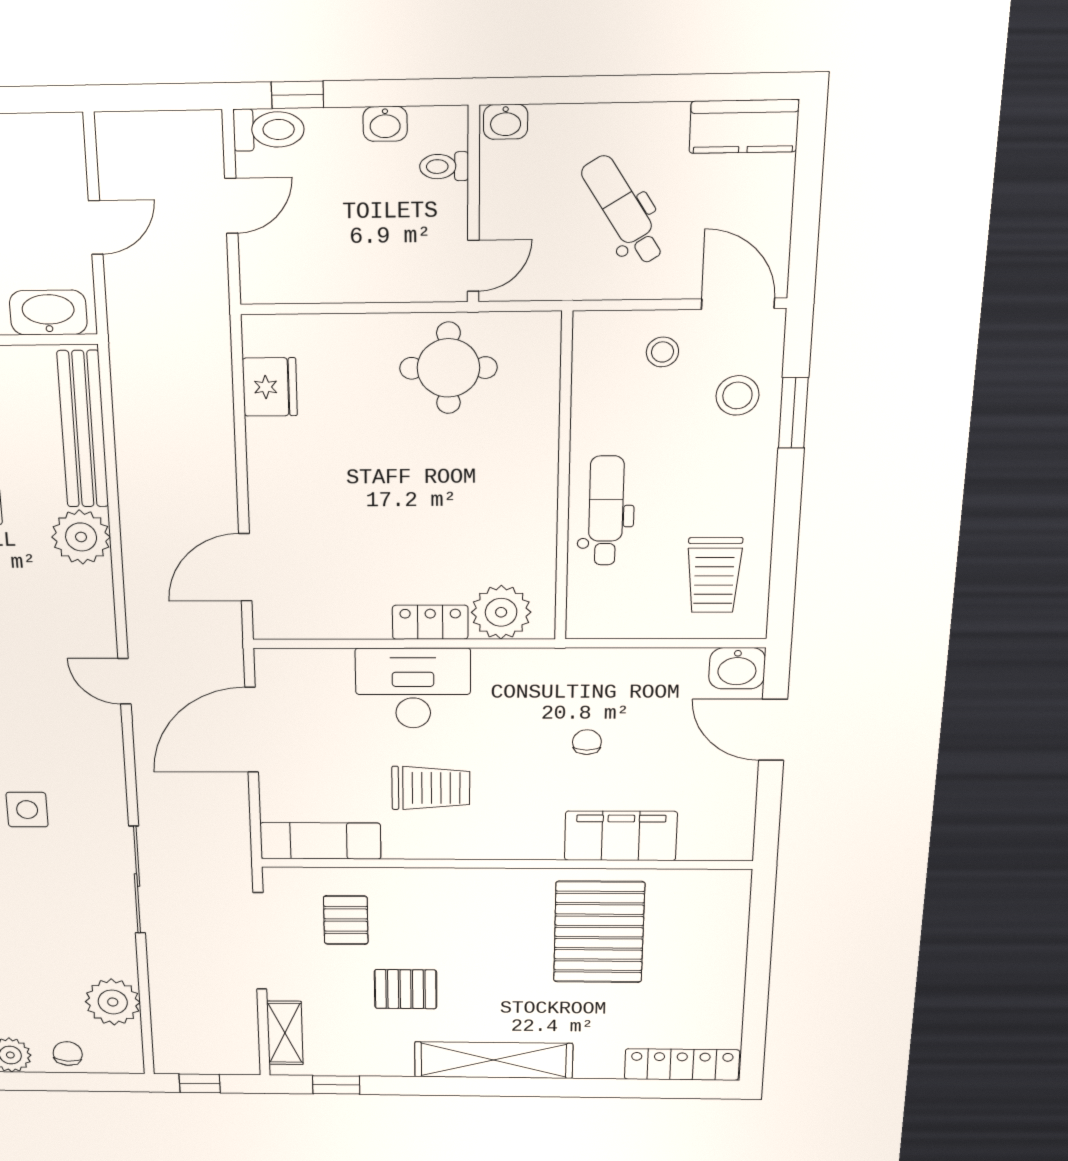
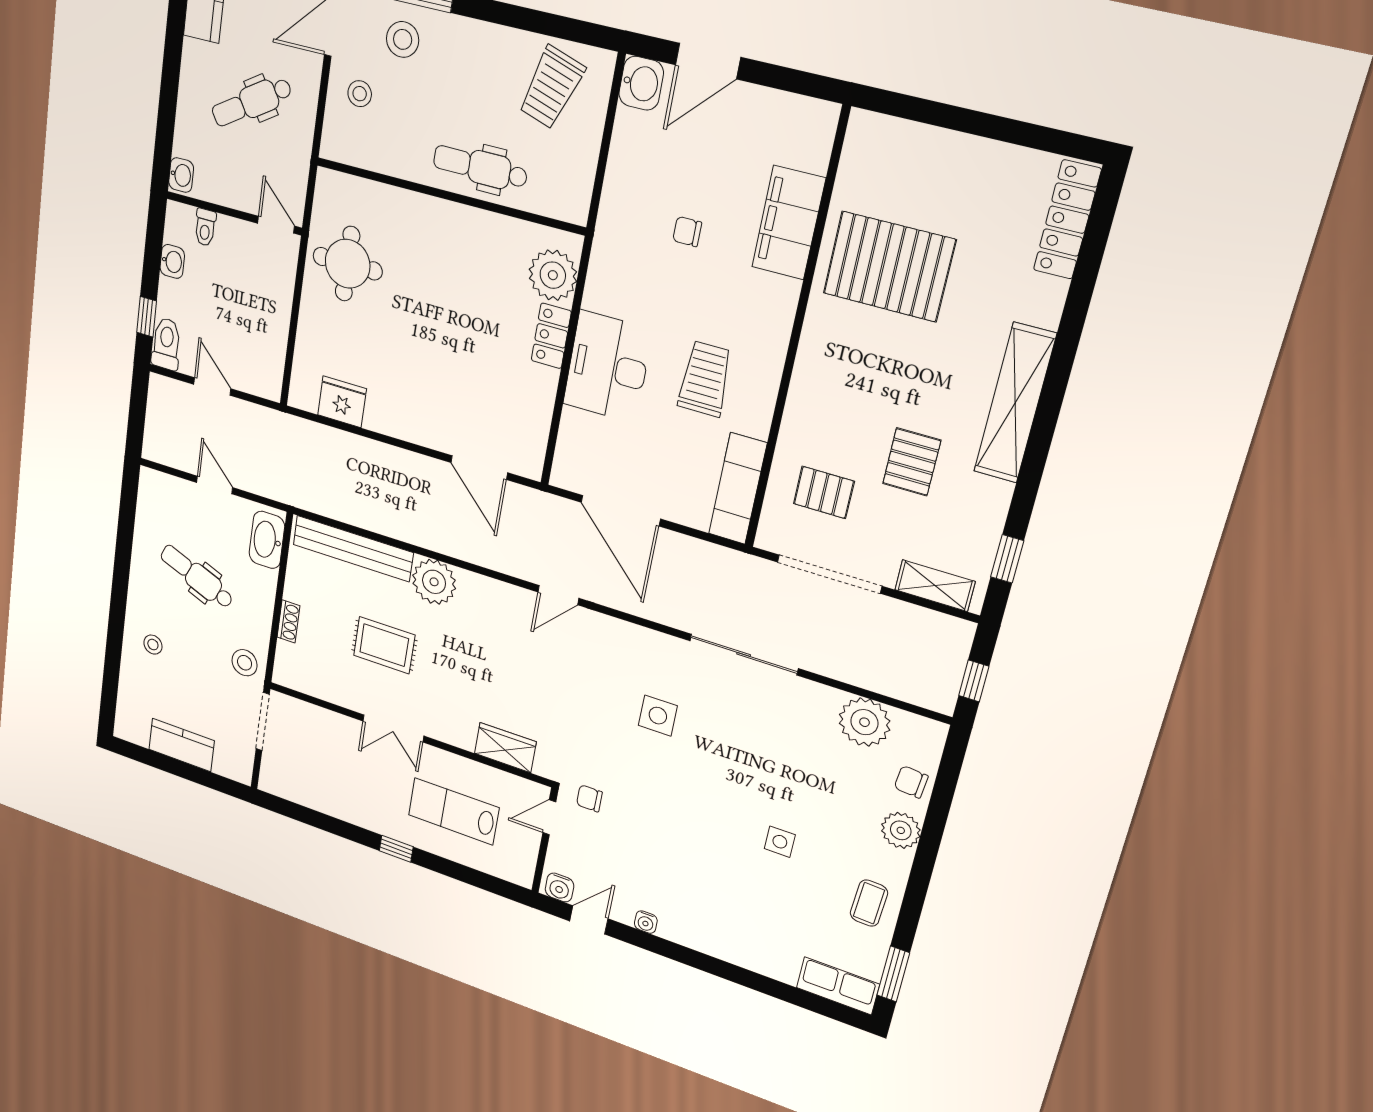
trolley: (714, 575) -> (551, 87), turned 108

